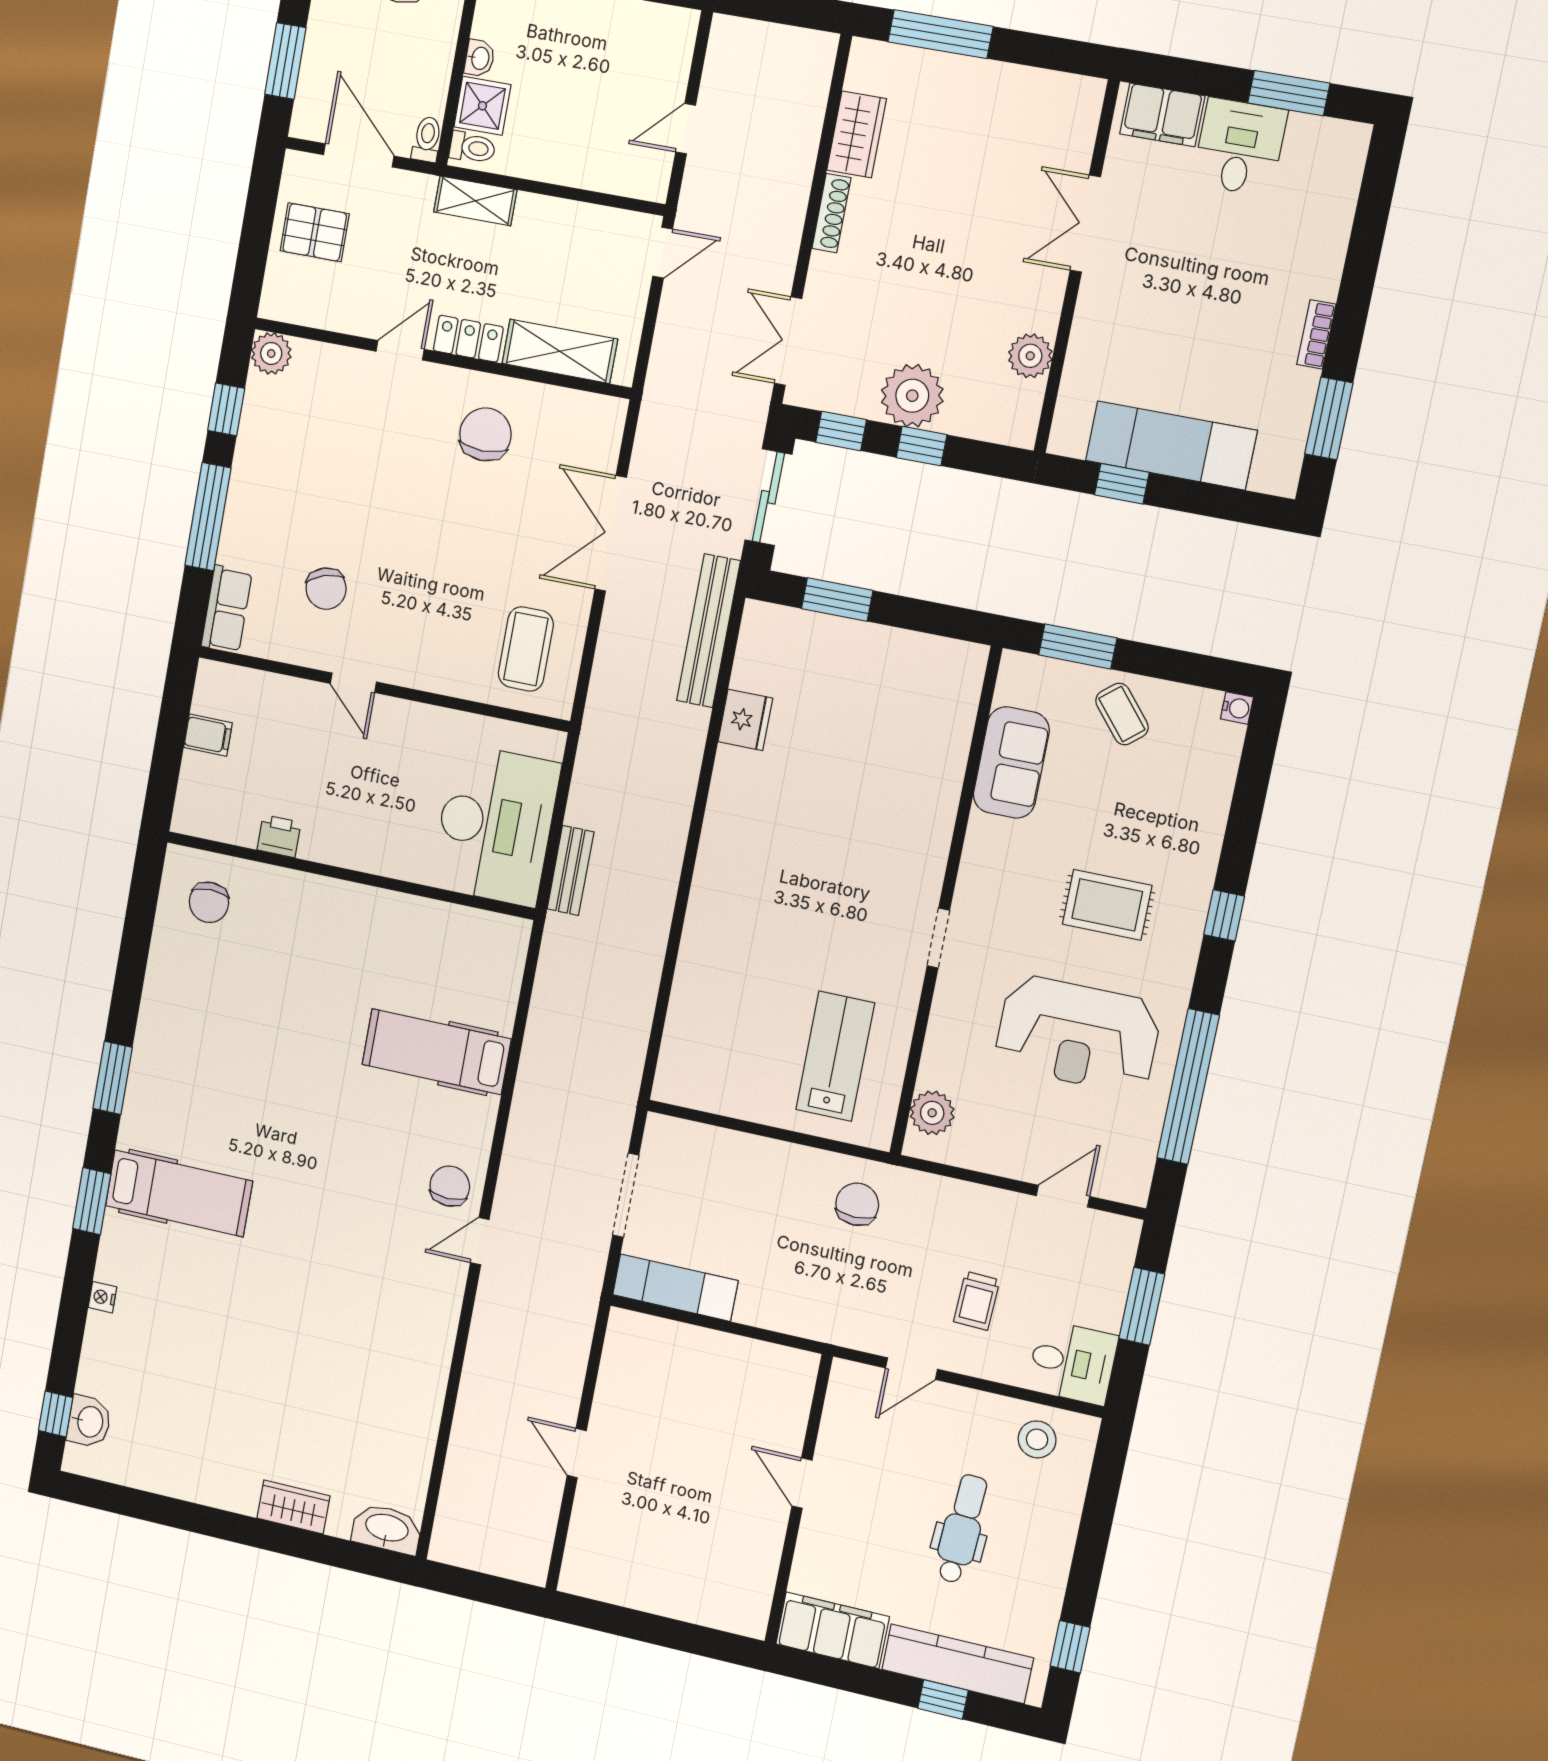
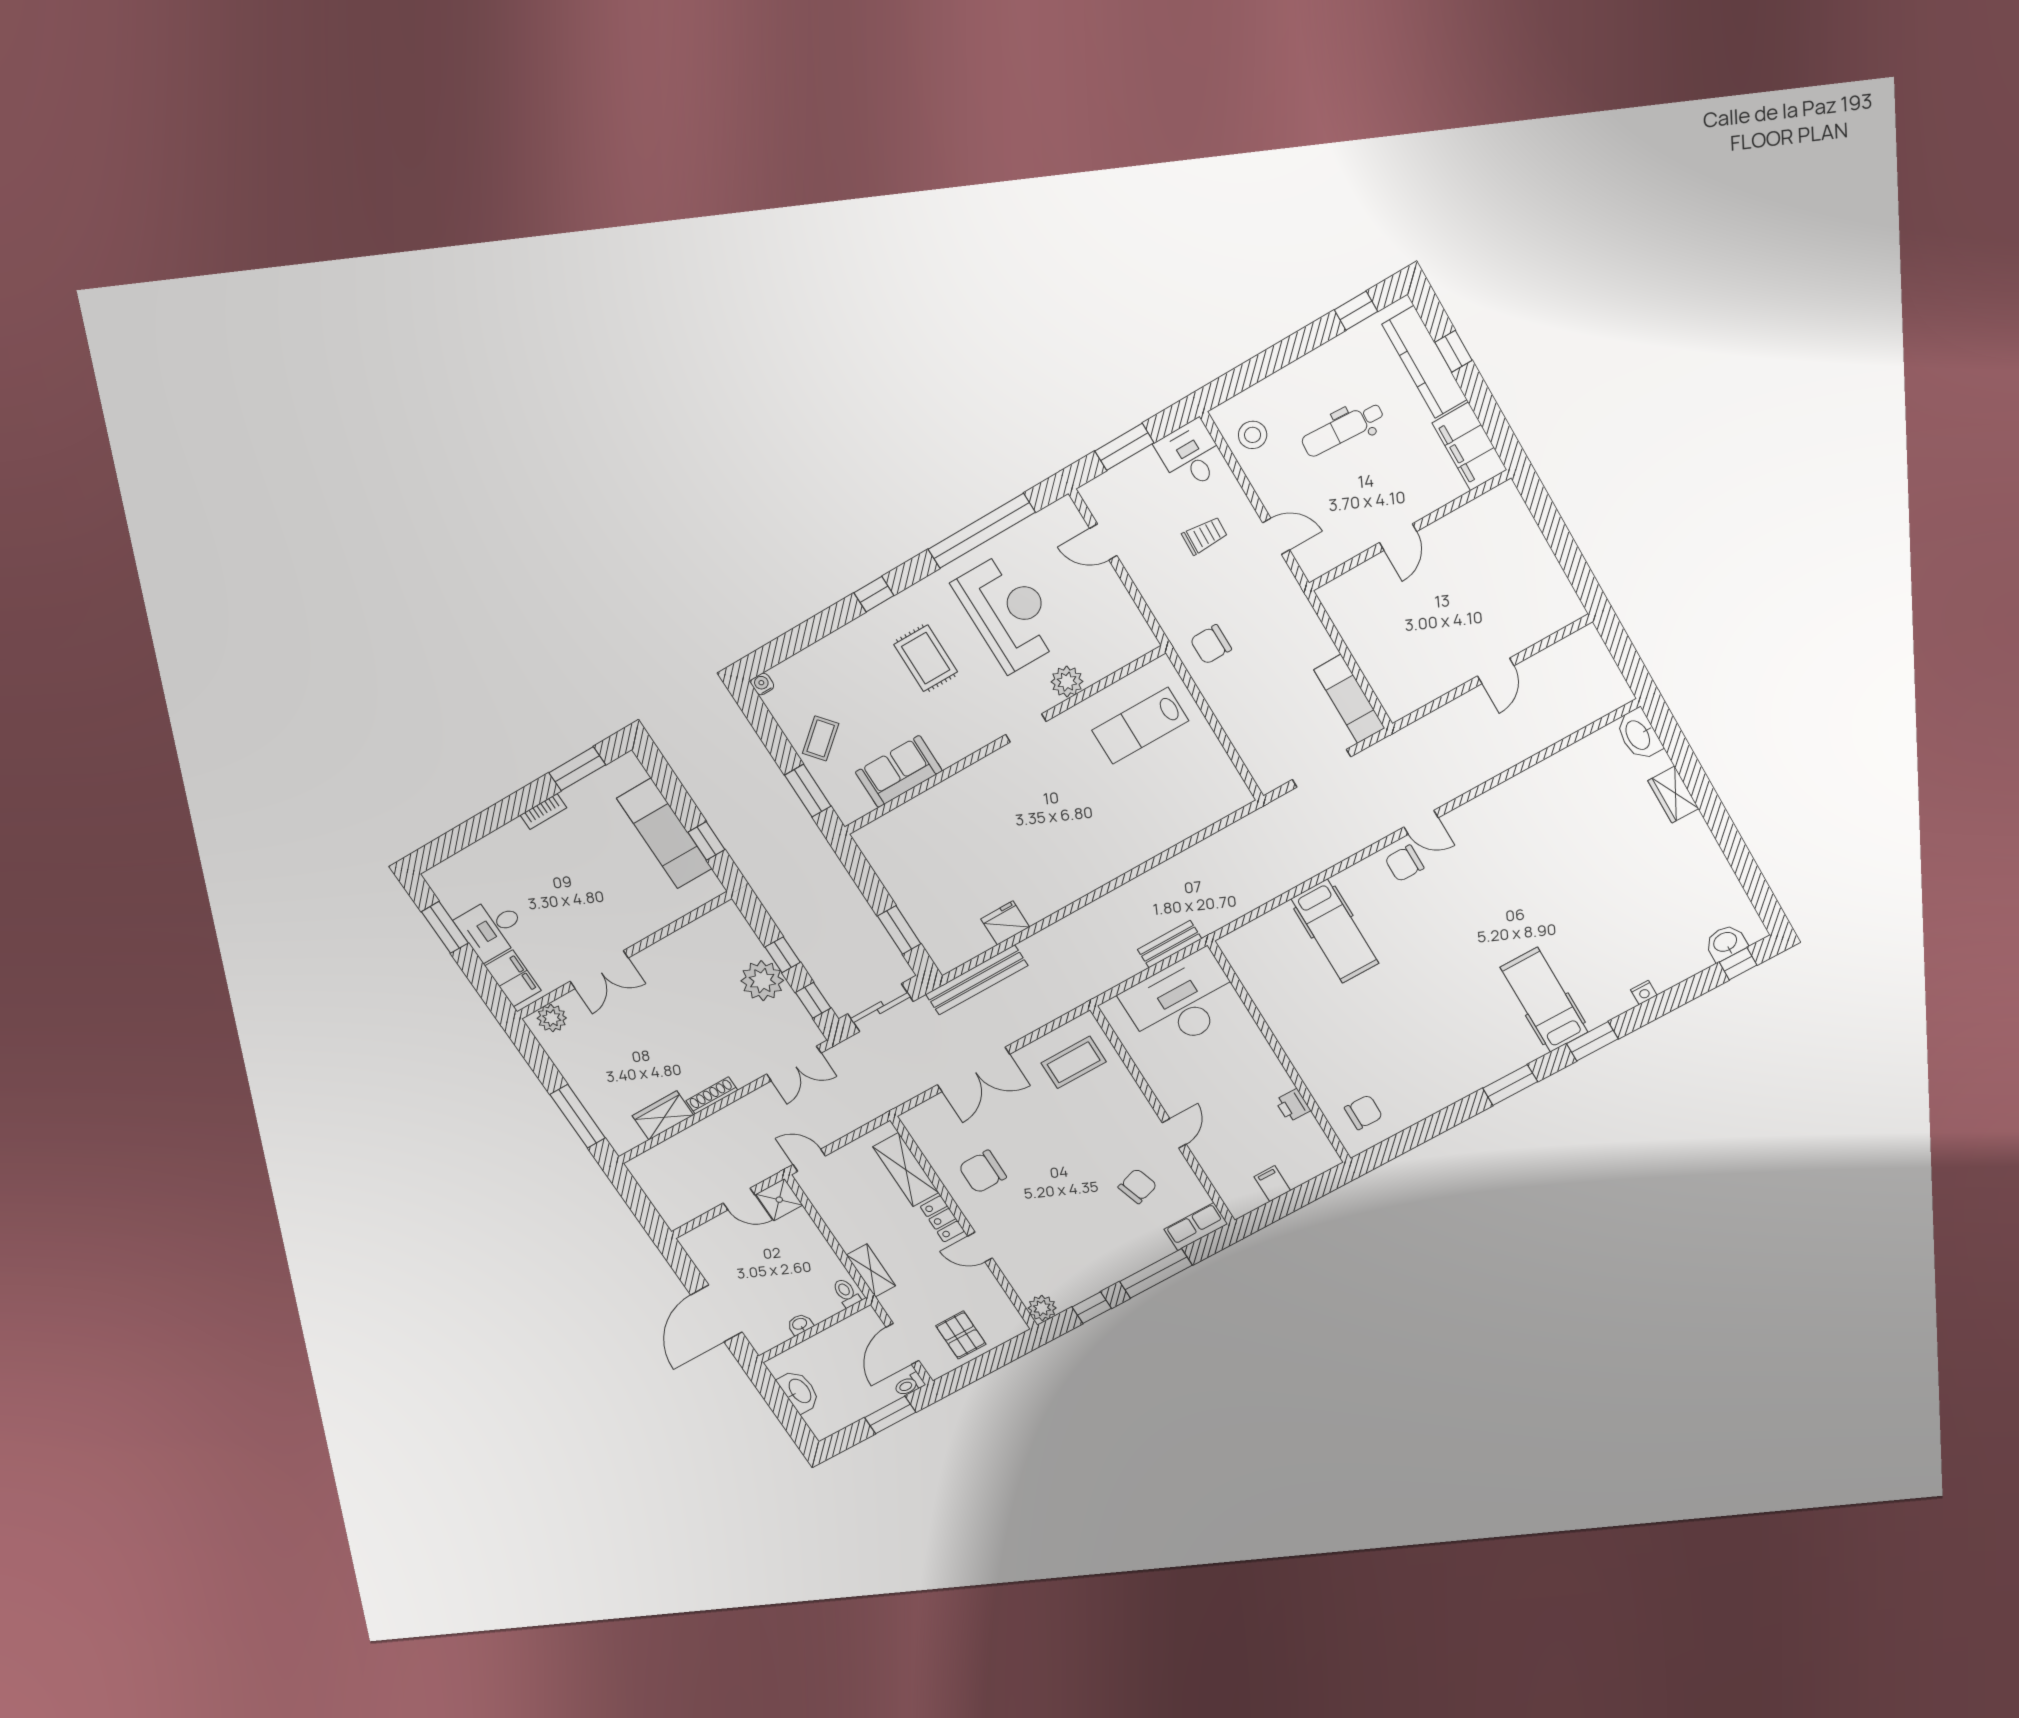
shower: (482, 106) -> (779, 1200), moved
toilet: (427, 139) -> (909, 1385), moved
plant: (1030, 356) -> (552, 1018), moved
plant: (932, 1113) -> (1067, 682), moved

